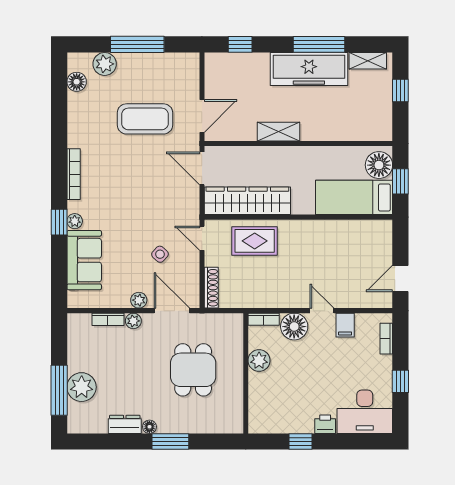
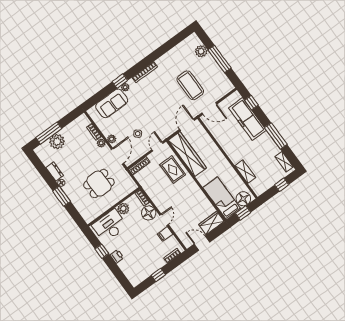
freezer: (309, 69) -> (247, 119), moved
floor lamp: (77, 82) -> (185, 45), removed
shelving: (278, 132) -> (245, 172), moved
wardrobe: (380, 241) -> (211, 223), added
desk: (365, 412) -> (110, 226), moved, turned 90

